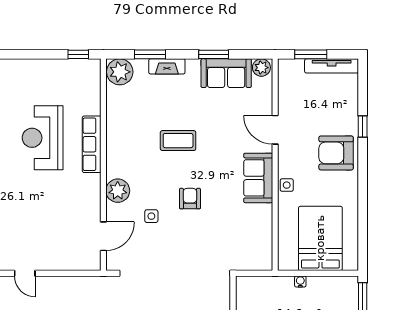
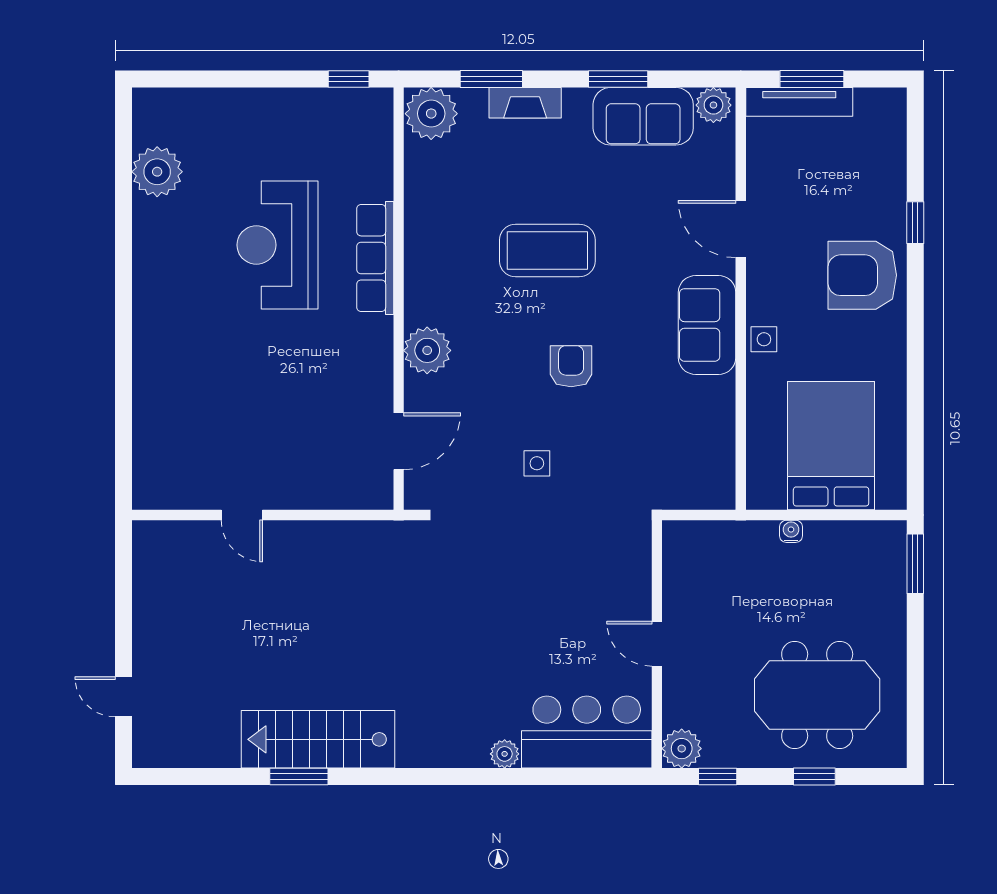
tv unit: (332, 66) -> (799, 102), moved
coffee table: (178, 141) -> (547, 251), width x1.36, depth x1.32
side table: (151, 216) -> (537, 463), moved

